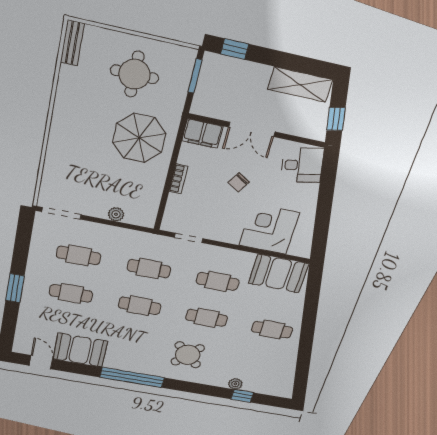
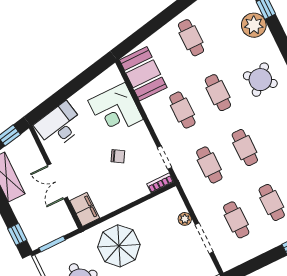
double door: (252, 129) -> (57, 181), swing flipped
desk: (302, 165) -> (59, 125), width x1.37
bookcase: (179, 179) -> (160, 183), moved
chair: (239, 182) -> (118, 156), moved
doorway: (61, 213) -> (204, 238), moved
plant: (235, 384) -> (254, 25), width x1.88, depth x1.88

